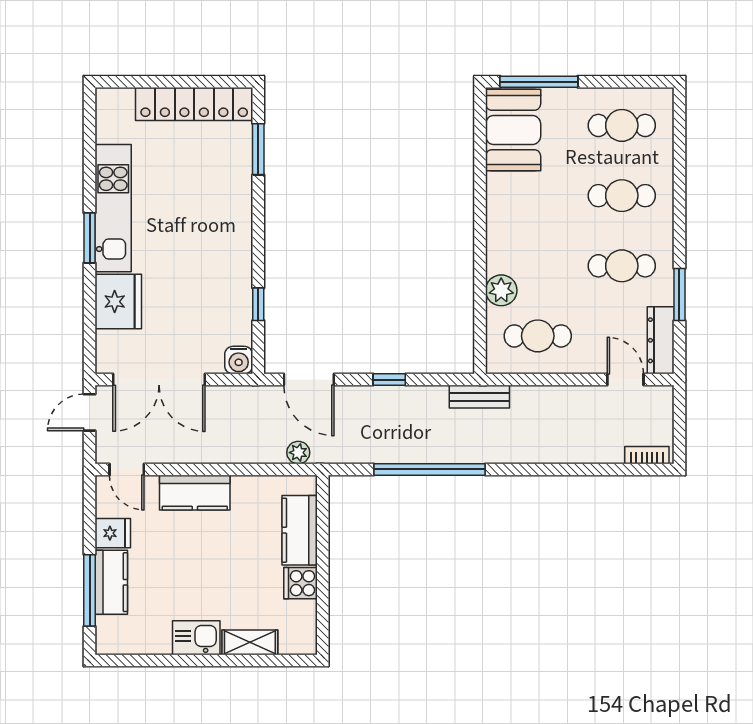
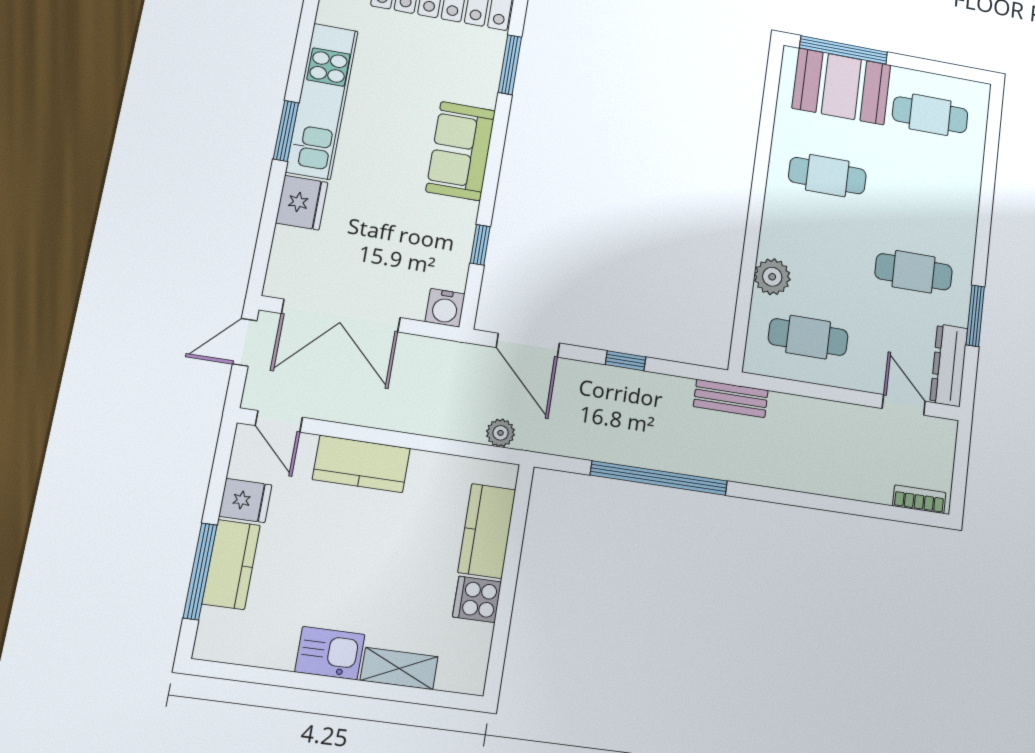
booth: (513, 130) -> (841, 87), moved, turned 90
cafe table: (622, 196) -> (827, 176), moved
sofa: (230, 230) -> (461, 151), added
fridge: (118, 302) -> (302, 203), width x0.73, depth x0.75

